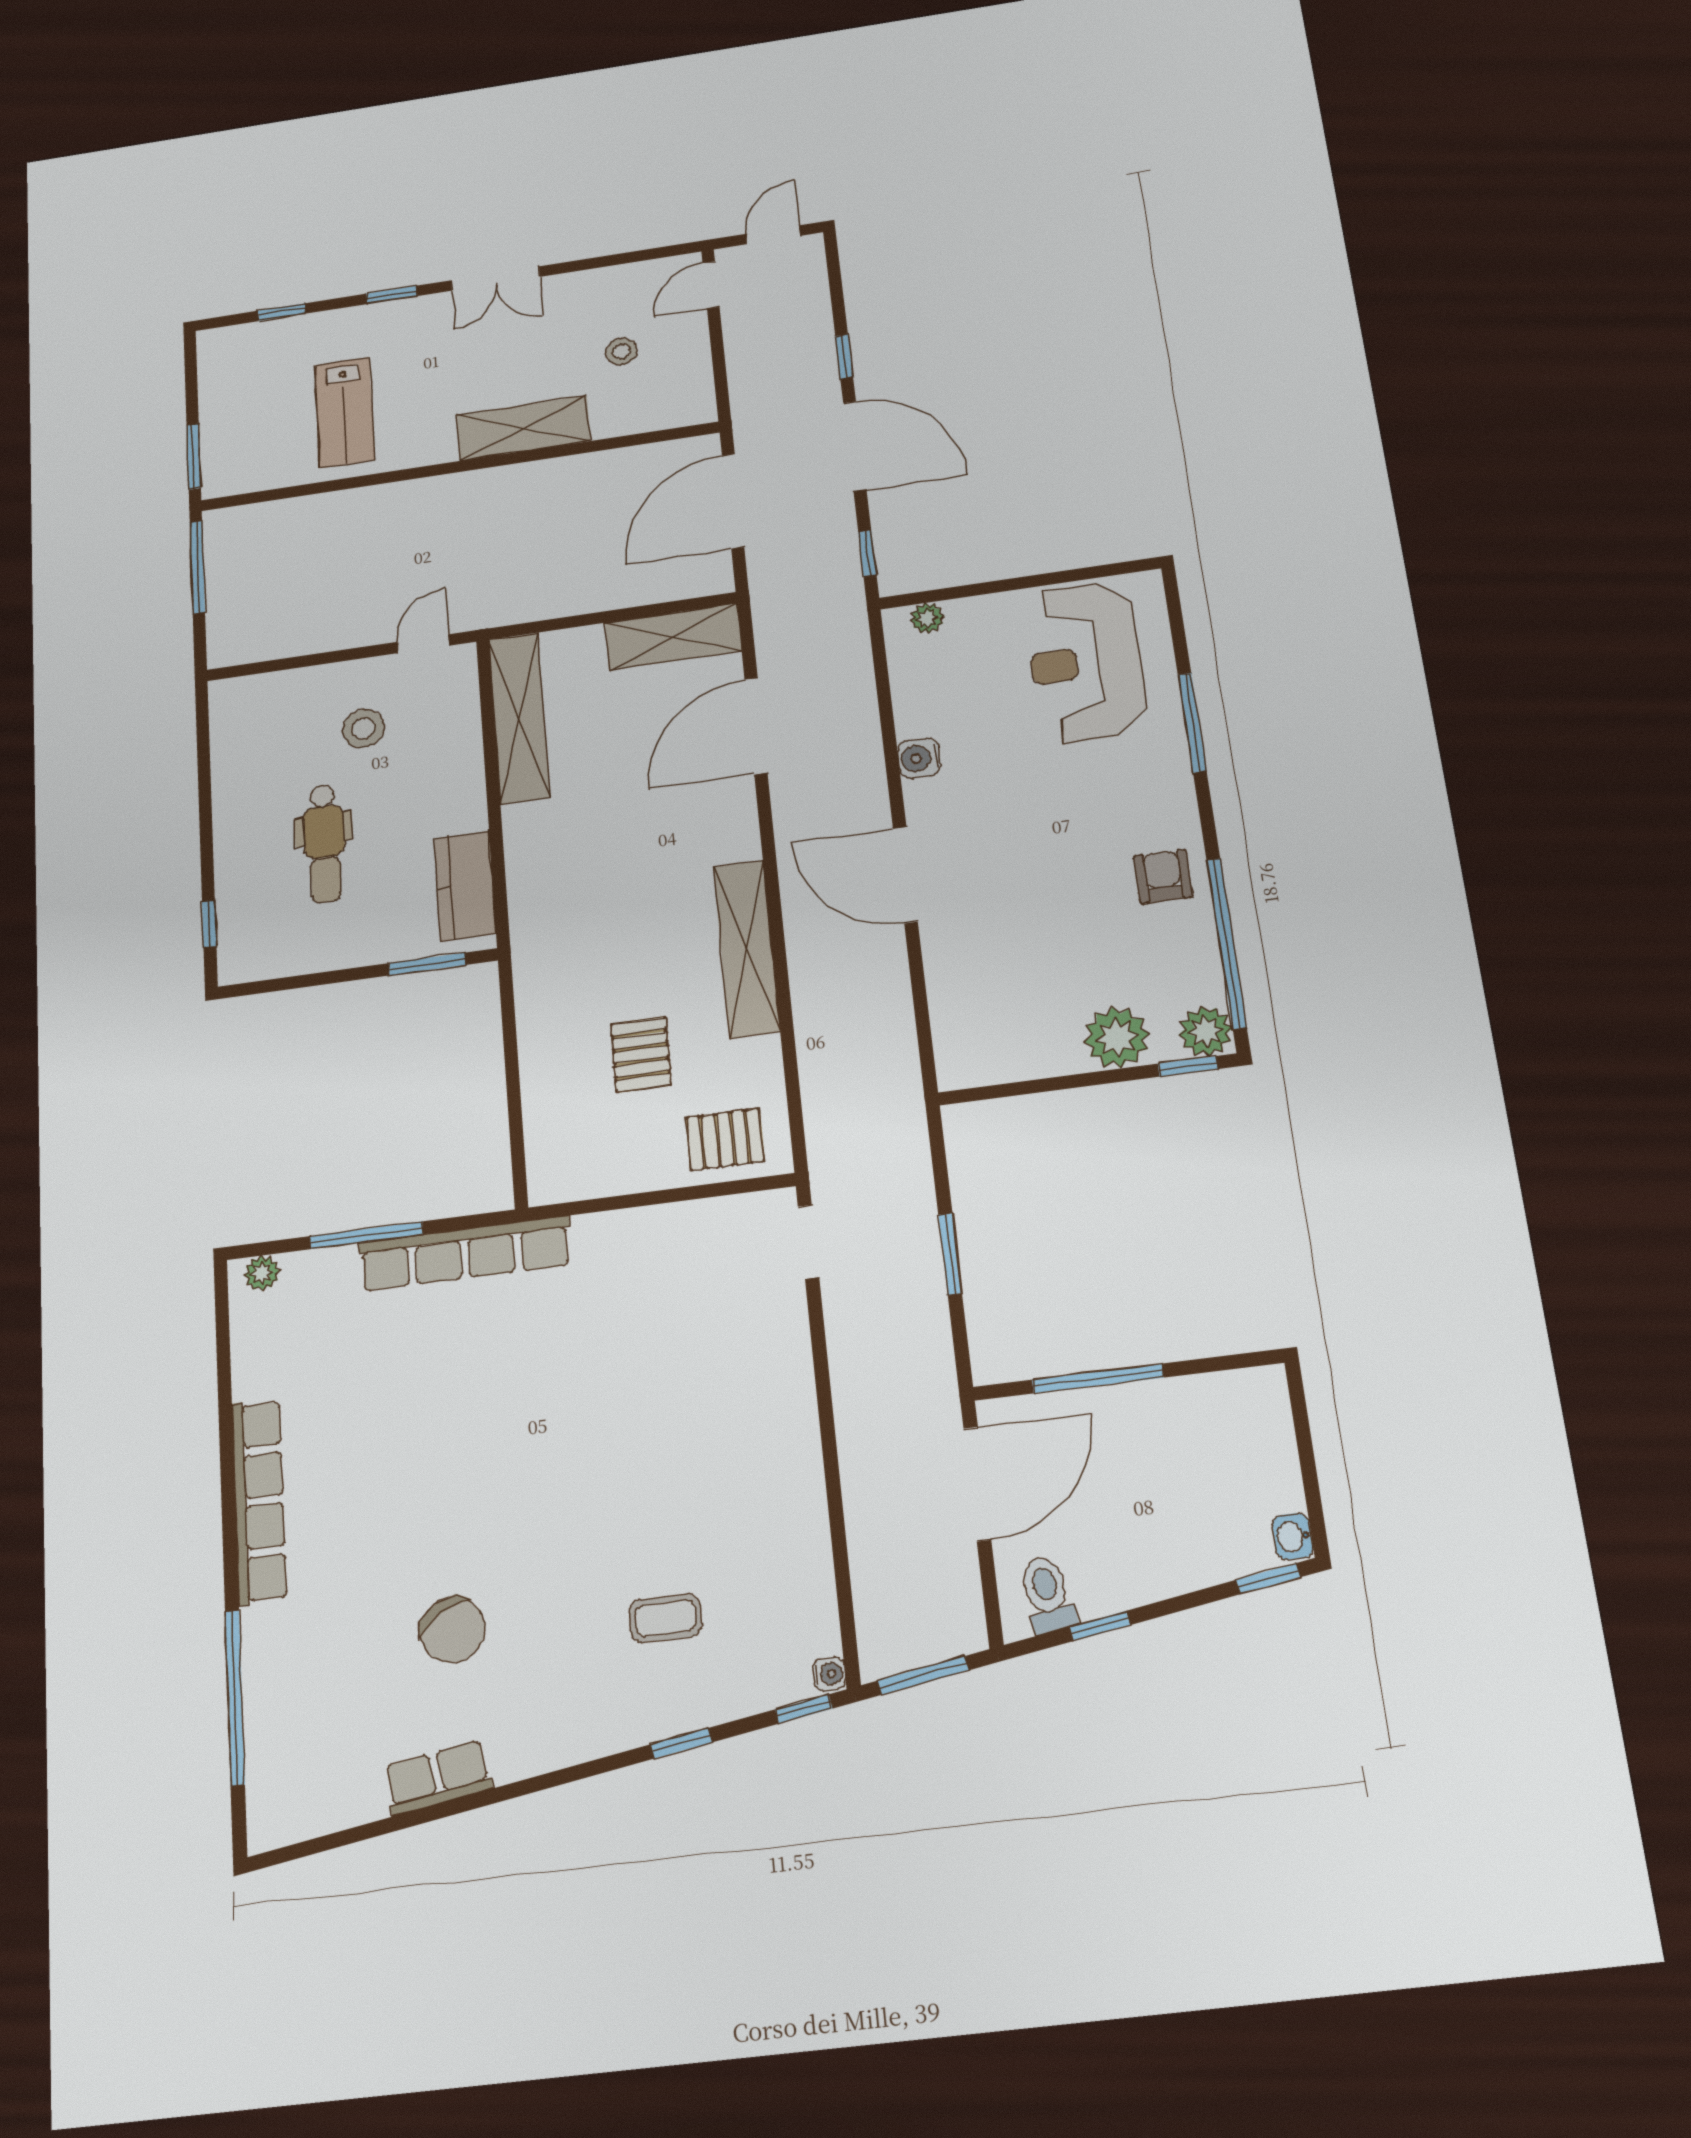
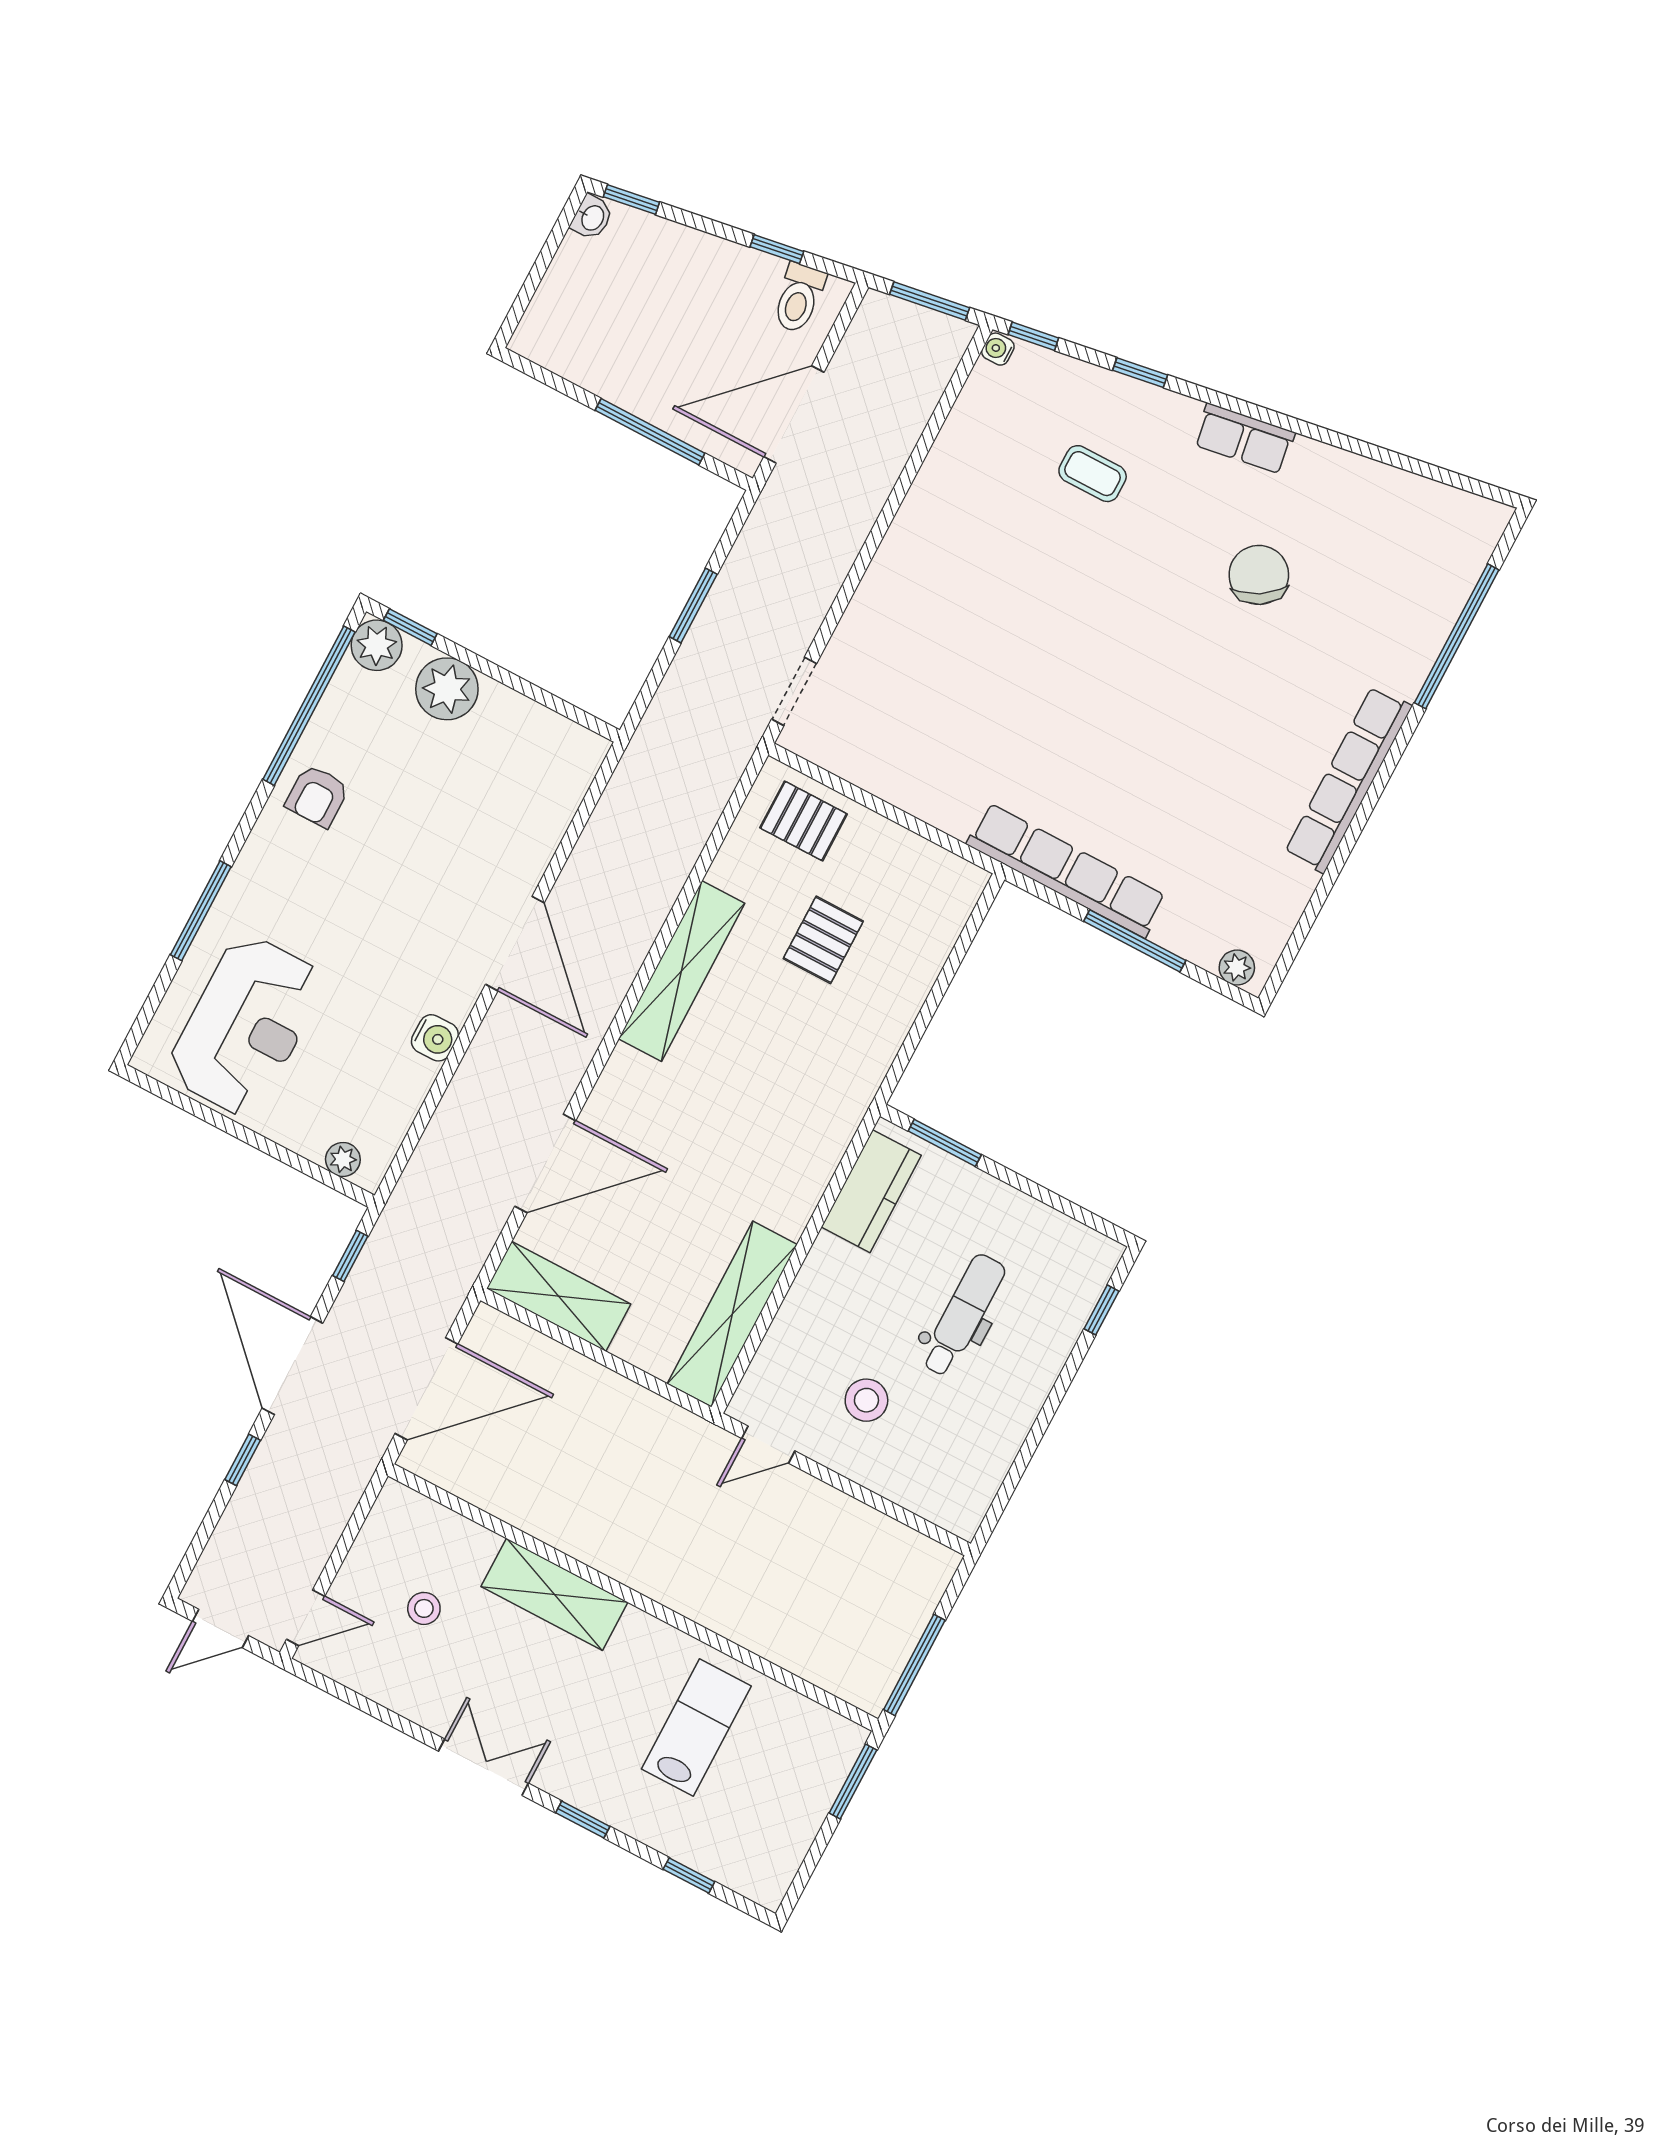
row of seats: (438, 1778) -> (1244, 439), moved

